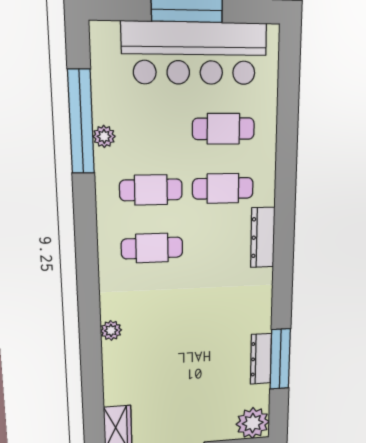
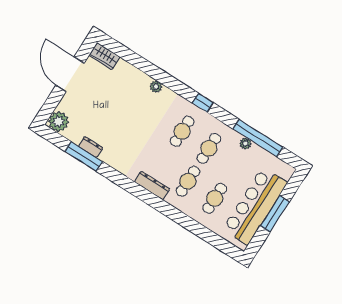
window: (86, 247) -> (203, 103), added
dresser: (261, 359) -> (91, 147), width x0.70

